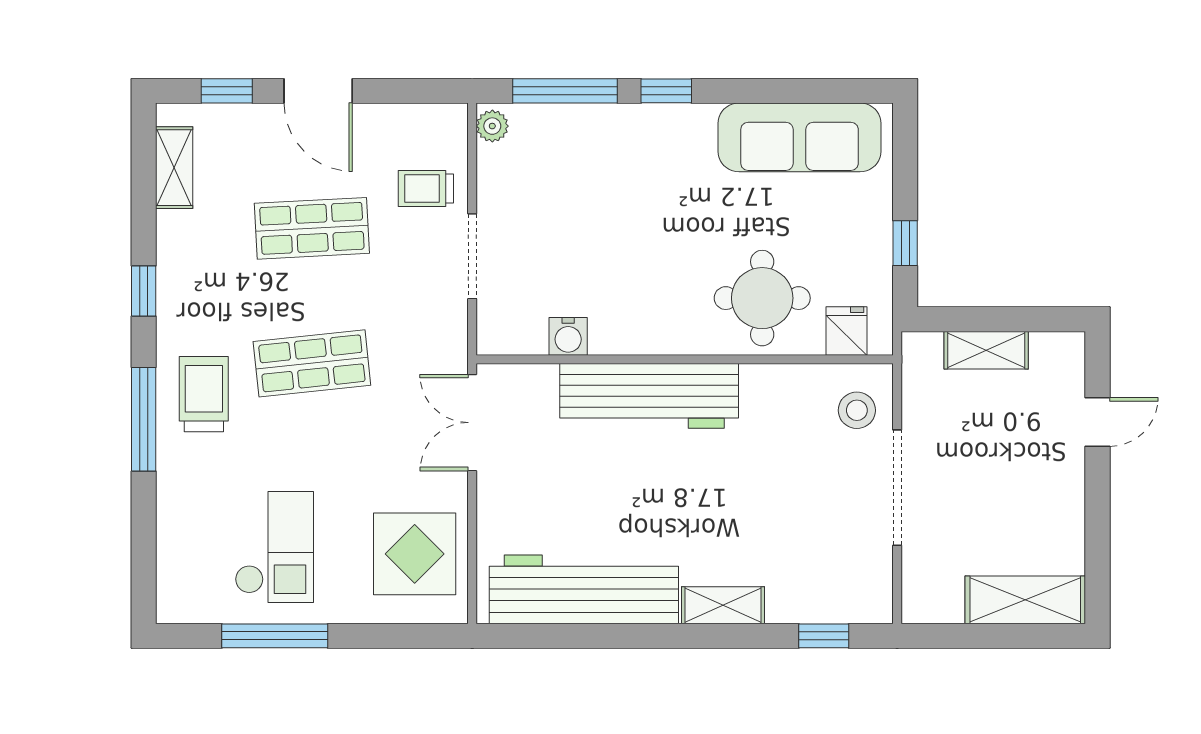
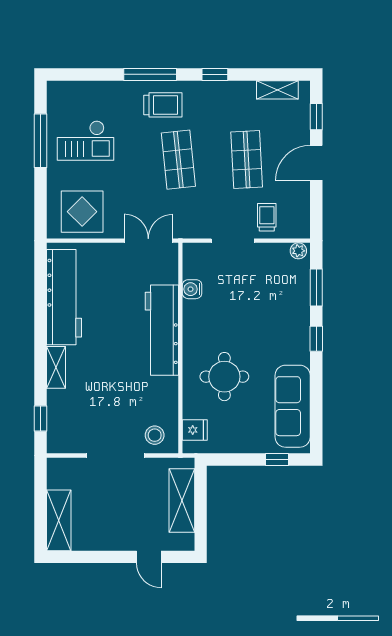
window: (565, 91) -> (316, 288), width x0.69
window: (905, 243) -> (277, 460), moved
round table: (762, 298) -> (224, 377), moved
shelving: (986, 350) -> (182, 501), width x1.50, depth x1.33

